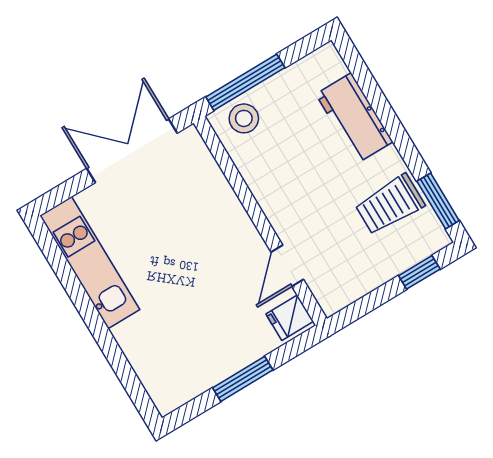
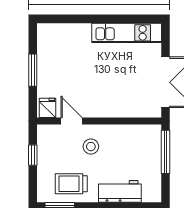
stool: (244, 118) -> (91, 147), moved
trolley: (390, 205) -> (71, 184), turned -90
window: (419, 272) -> (33, 155), moved

